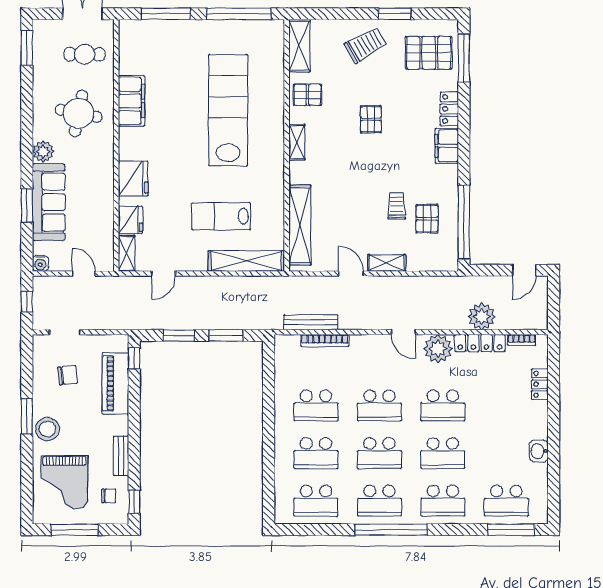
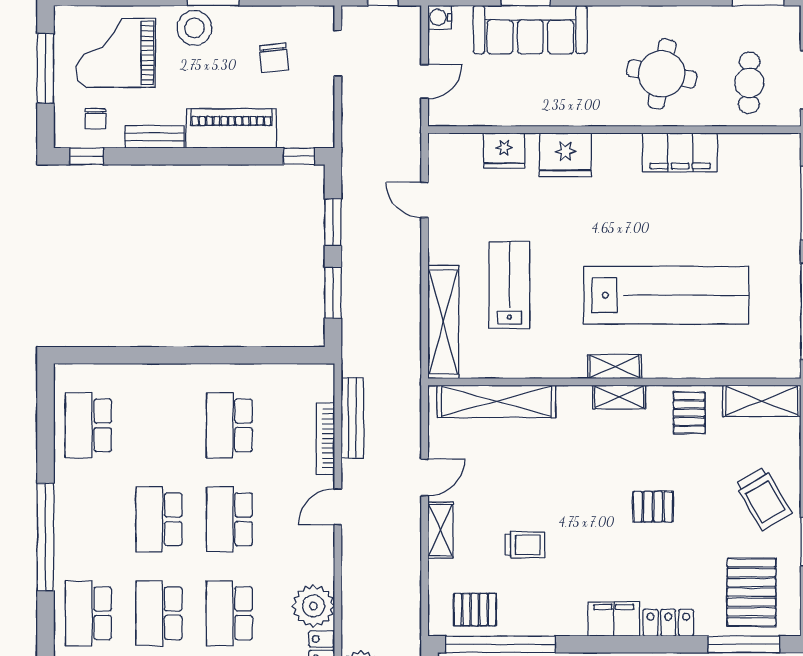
plant: (43, 151) -> (605, 21), removed
pallet: (427, 219) -> (475, 610), moved
shelving: (127, 253) -> (615, 367), moved
door: (403, 332) -> (338, 507), moved
piano: (115, 383) -> (231, 128), moved
school desk: (316, 453) -> (159, 425), removed
school desk: (379, 501) -> (88, 519), removed

